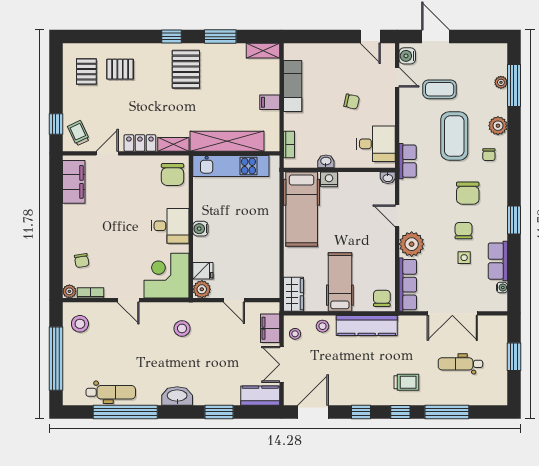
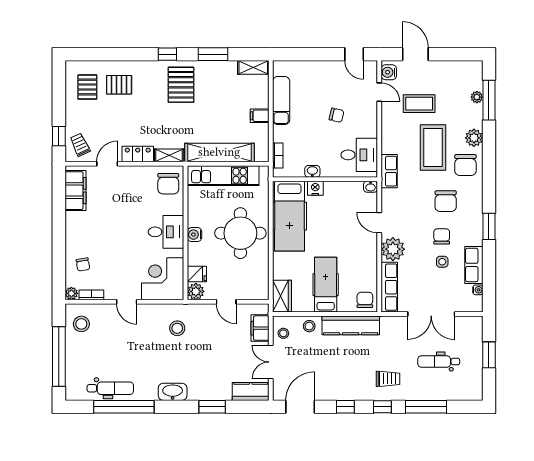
chair: (489, 155) -> (465, 165), width x1.87, depth x1.87
round table: (249, 227) -> (240, 233), added

